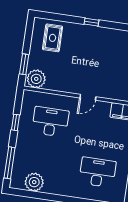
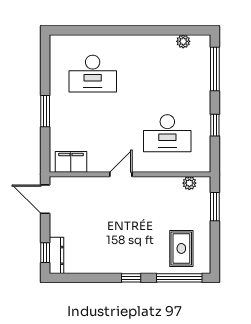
window: (57, 17) -> (179, 278), added
plant: (36, 79) -> (189, 183), width x0.53, depth x0.53
plant: (34, 182) -> (183, 41), width x0.53, depth x0.53

